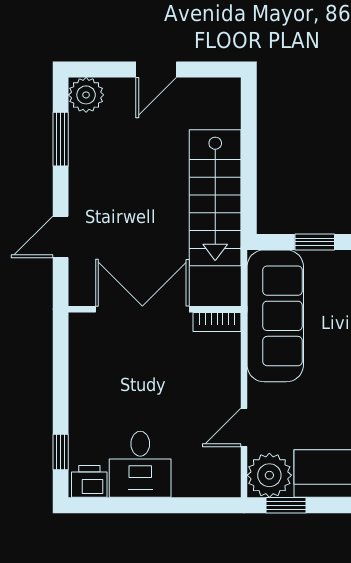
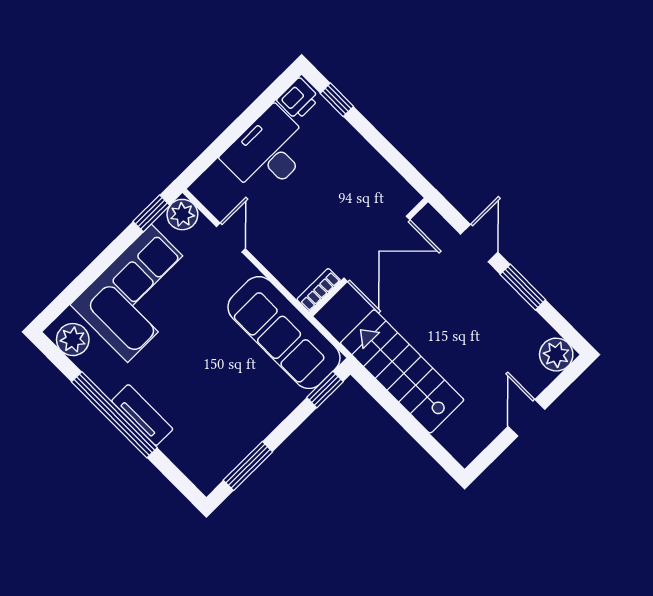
window: (61, 139) -> (523, 287), moved
window: (315, 242) -> (325, 390), moved
desk: (140, 464) -> (268, 152), width x1.37
plant: (269, 475) -> (182, 215), width x0.73, depth x0.73

